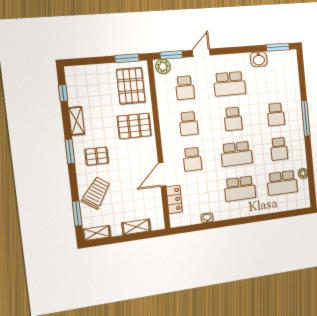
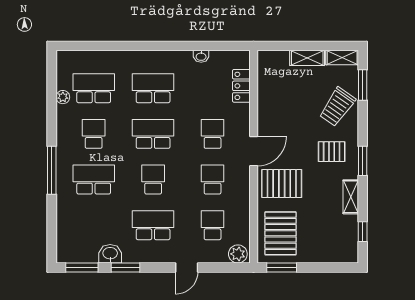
window: (171, 55) -> (125, 267), moved
school desk: (276, 114) -> (94, 180), width x1.85
door: (162, 174) -> (254, 151), moved
shelving: (136, 227) -> (307, 58), moved

